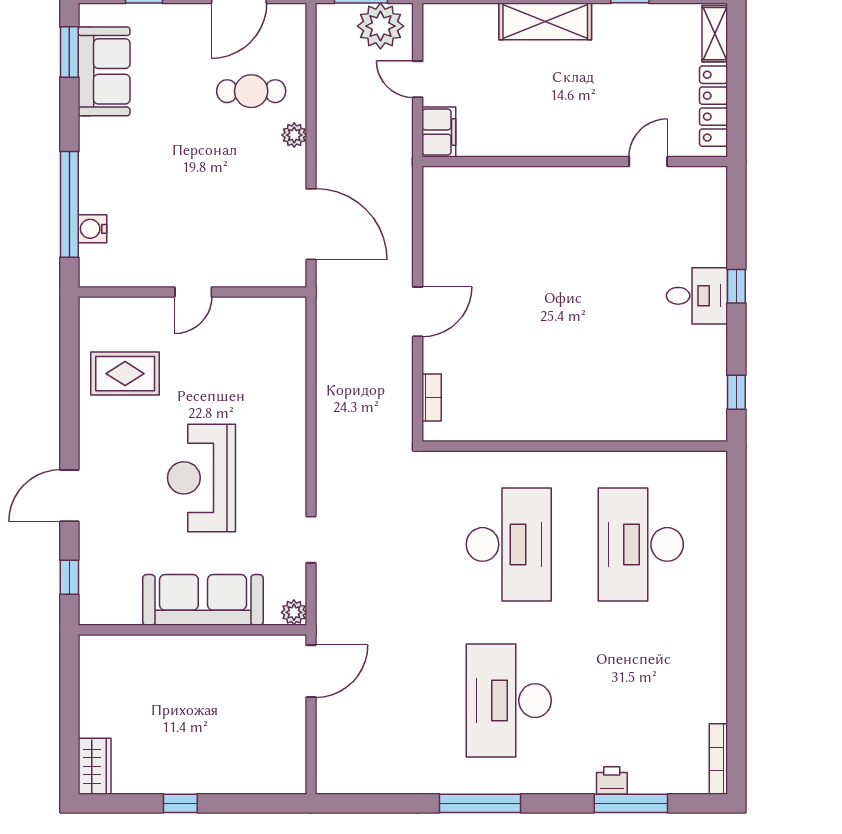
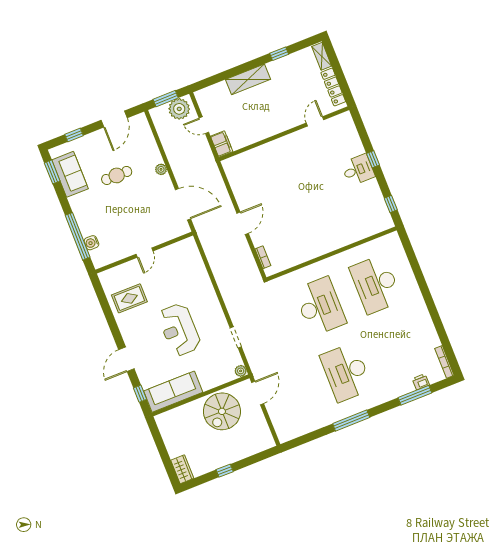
cafe table: (251, 91) -> (117, 175), moved
sofa: (203, 600) -> (173, 392), moved
spiral stairs: (223, 680) -> (222, 411), added
printer: (612, 781) -> (421, 382), moved

